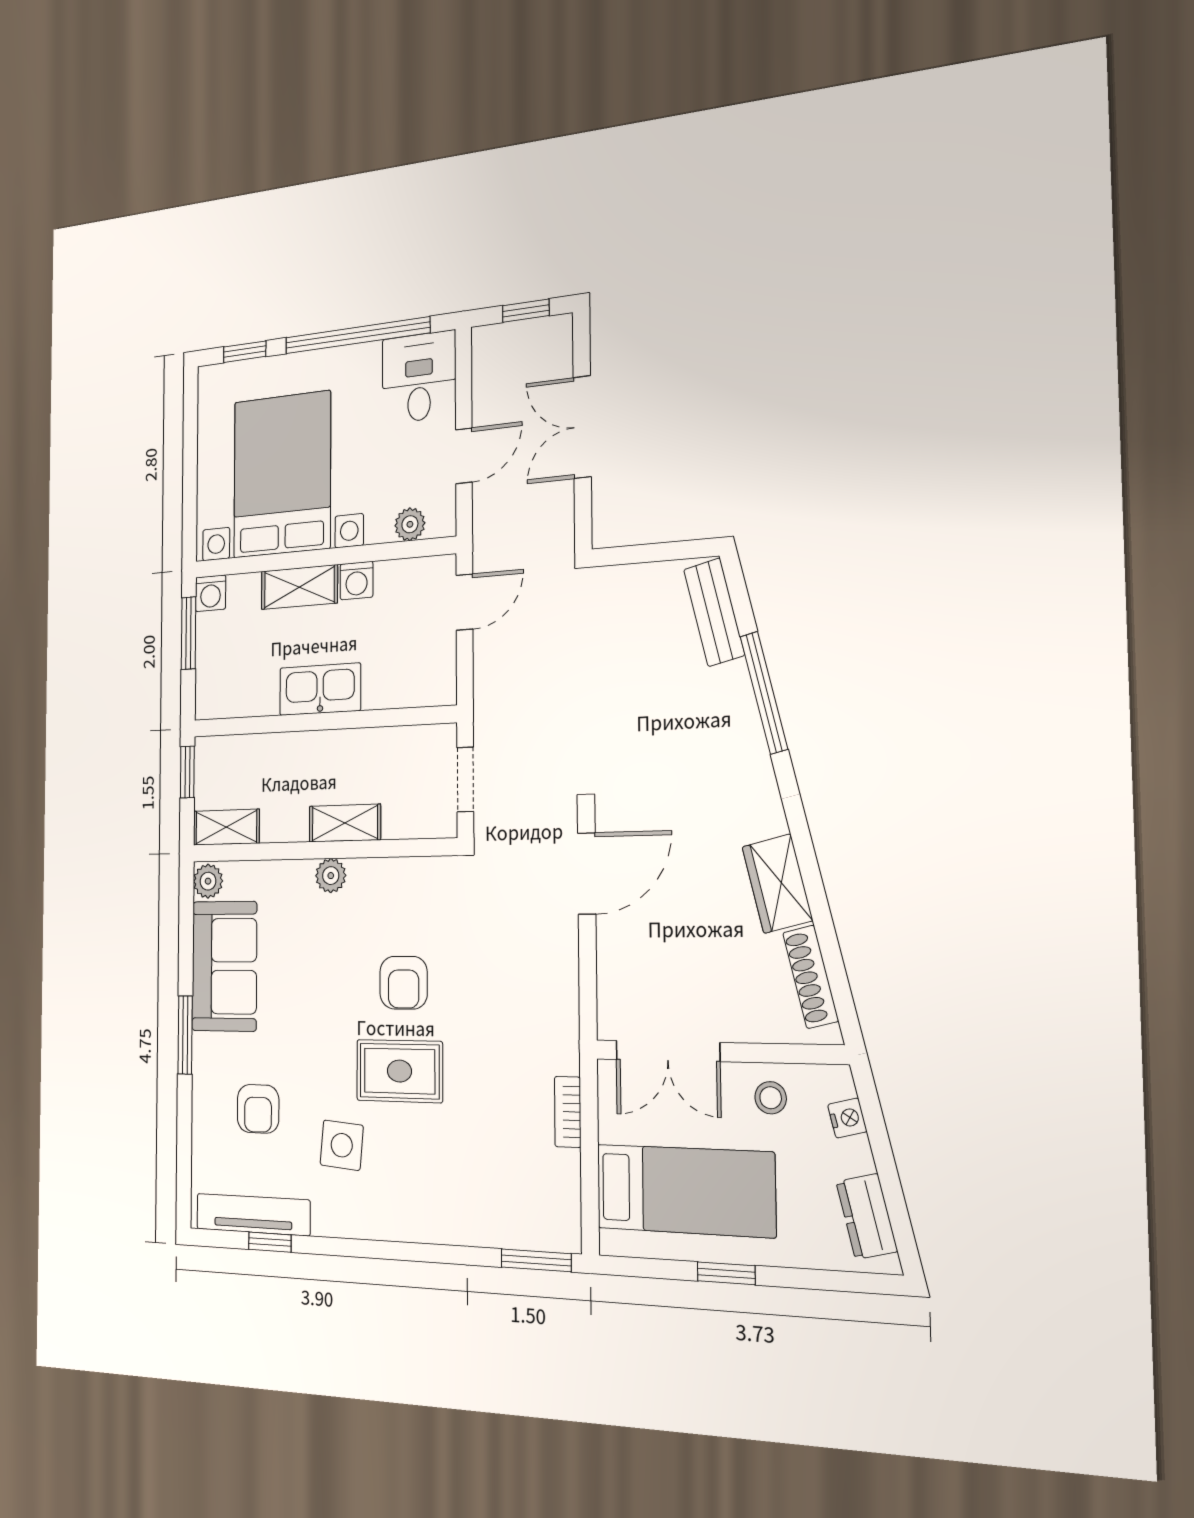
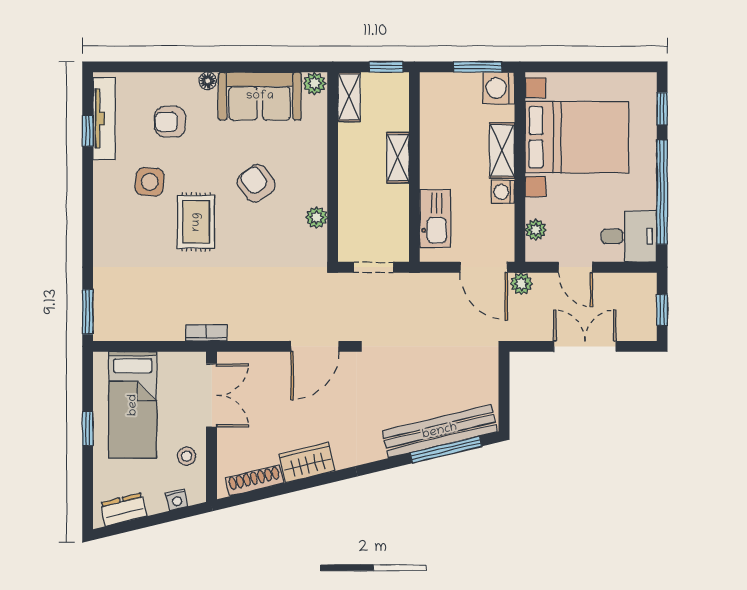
plant: (488, 539) -> (521, 284), added
washing machine: (211, 593) -> (499, 88), width x1.38, depth x1.38
door: (464, 602) -> (484, 267), width x1.38
bench: (714, 612) -> (440, 431), width x1.86, depth x1.21
kitchen sink: (320, 689) -> (435, 219), moved
window: (764, 693) -> (446, 450), moved
shelving: (345, 823) -> (398, 158), moved
door: (587, 874) -> (315, 346), hinge flipped
plant: (331, 876) -> (317, 217), moved
armchair: (404, 983) -> (256, 183), moved, turned 54
window: (185, 1035) -> (215, 67), removed
floor lamp: (203, 1048) -> (208, 81), added
double door: (668, 1051) -> (212, 395), swing flipped
bookcase: (568, 1112) -> (206, 333), moved

